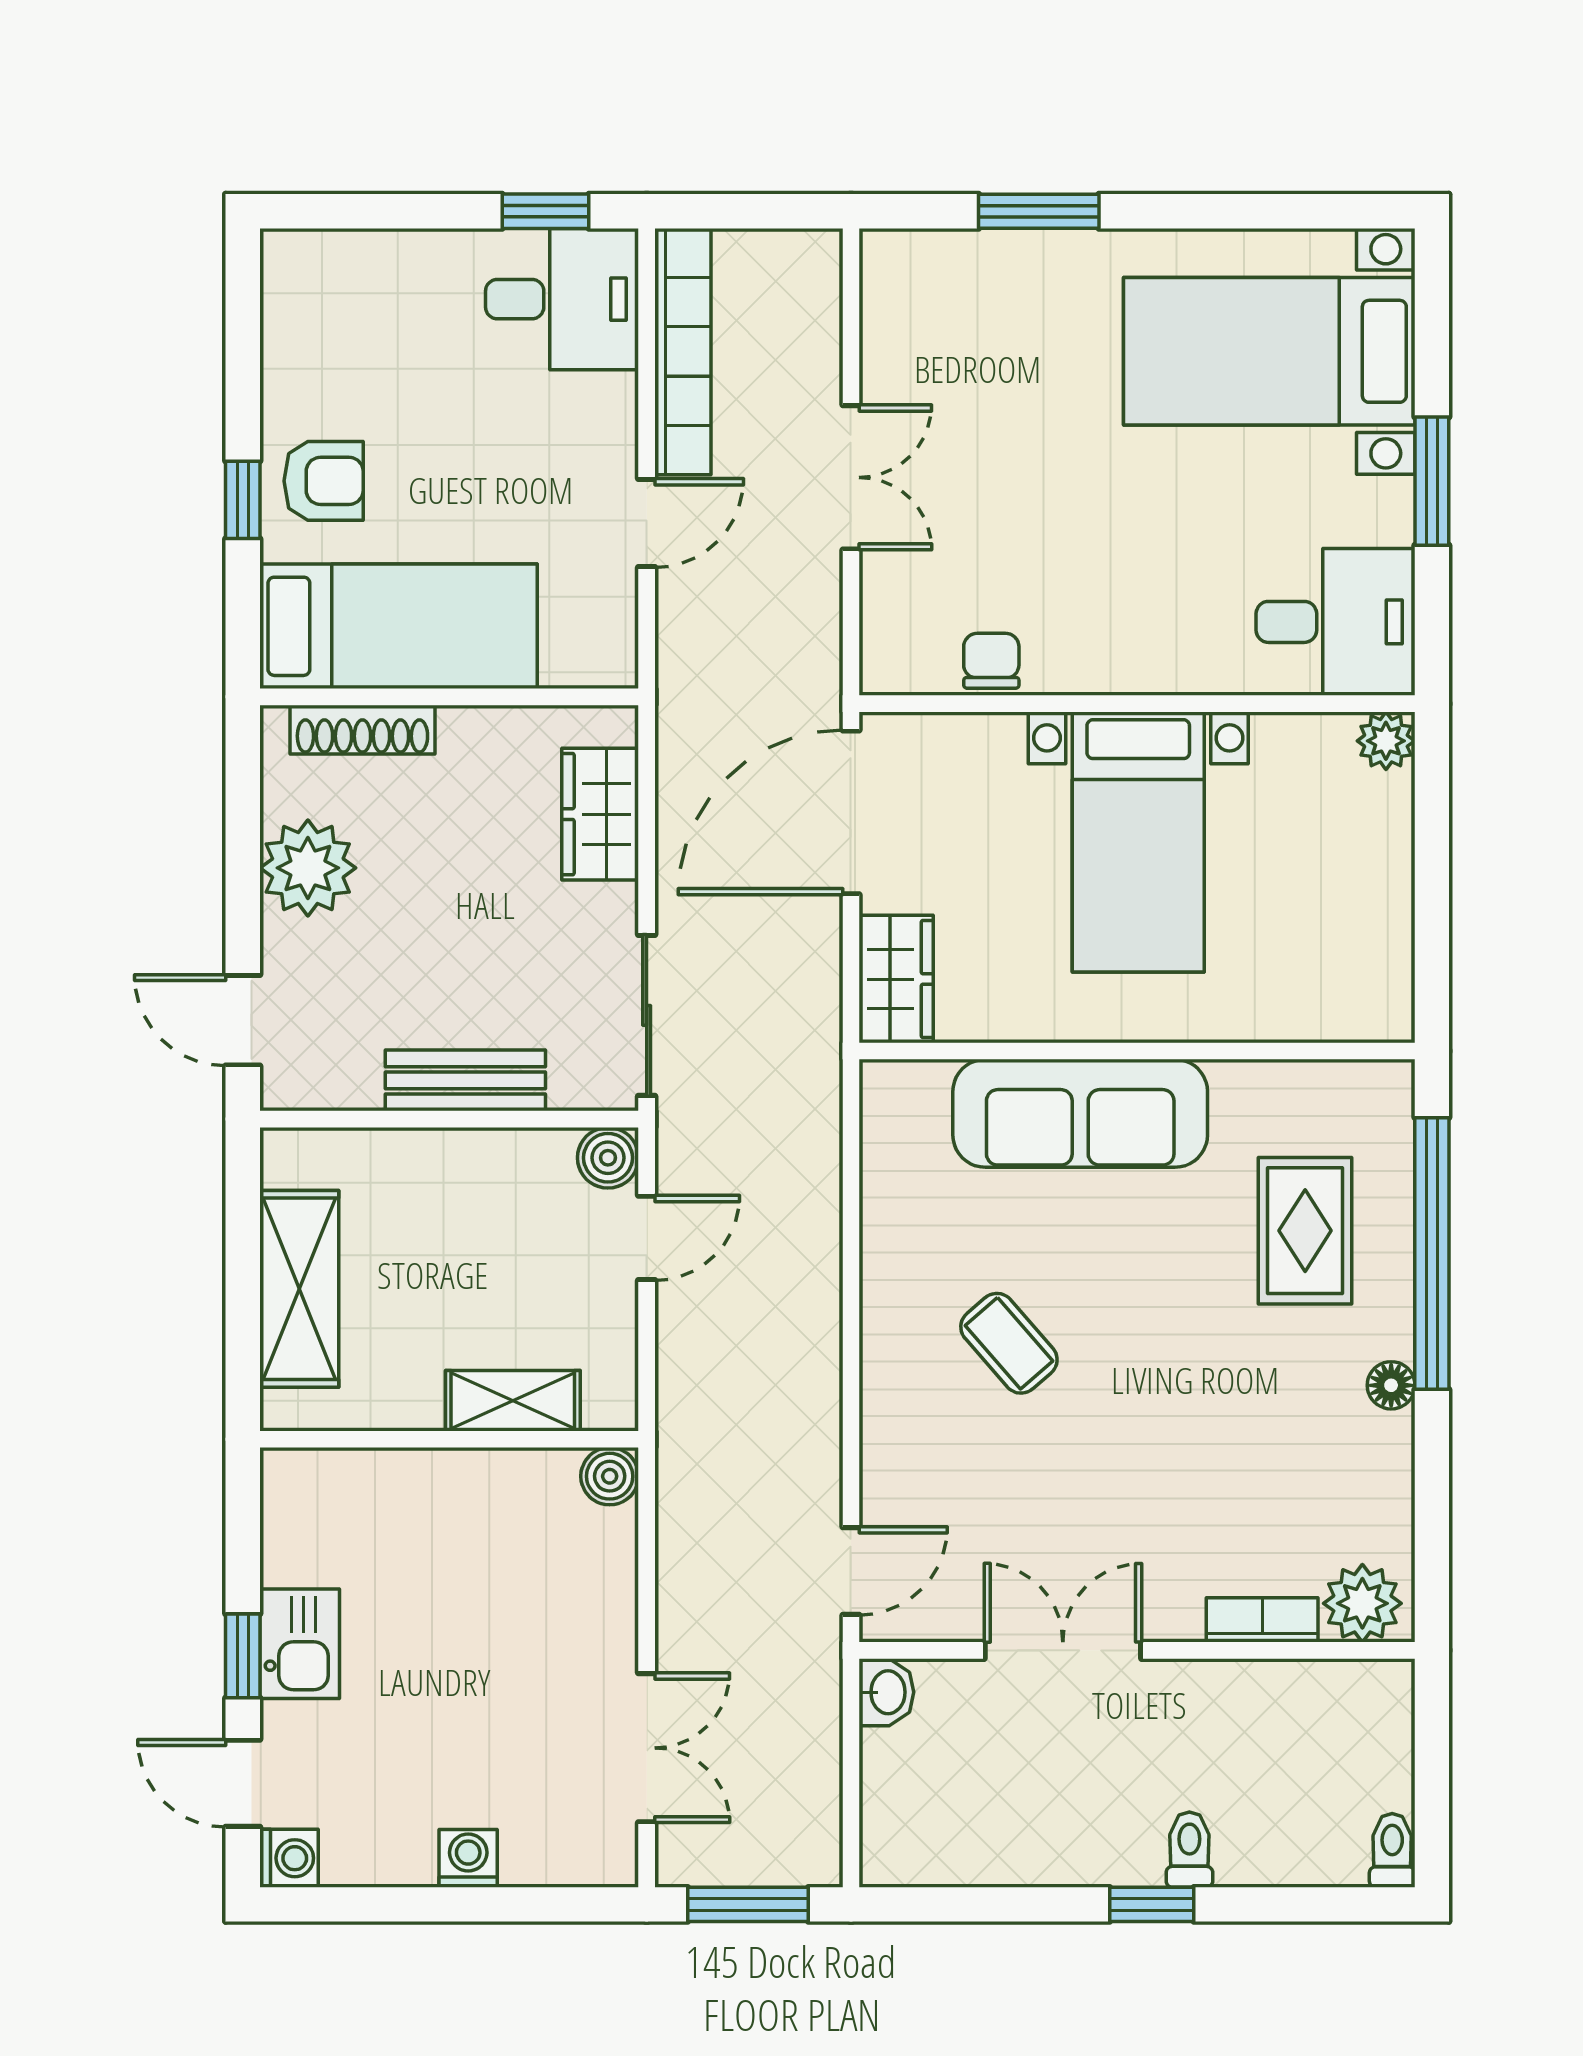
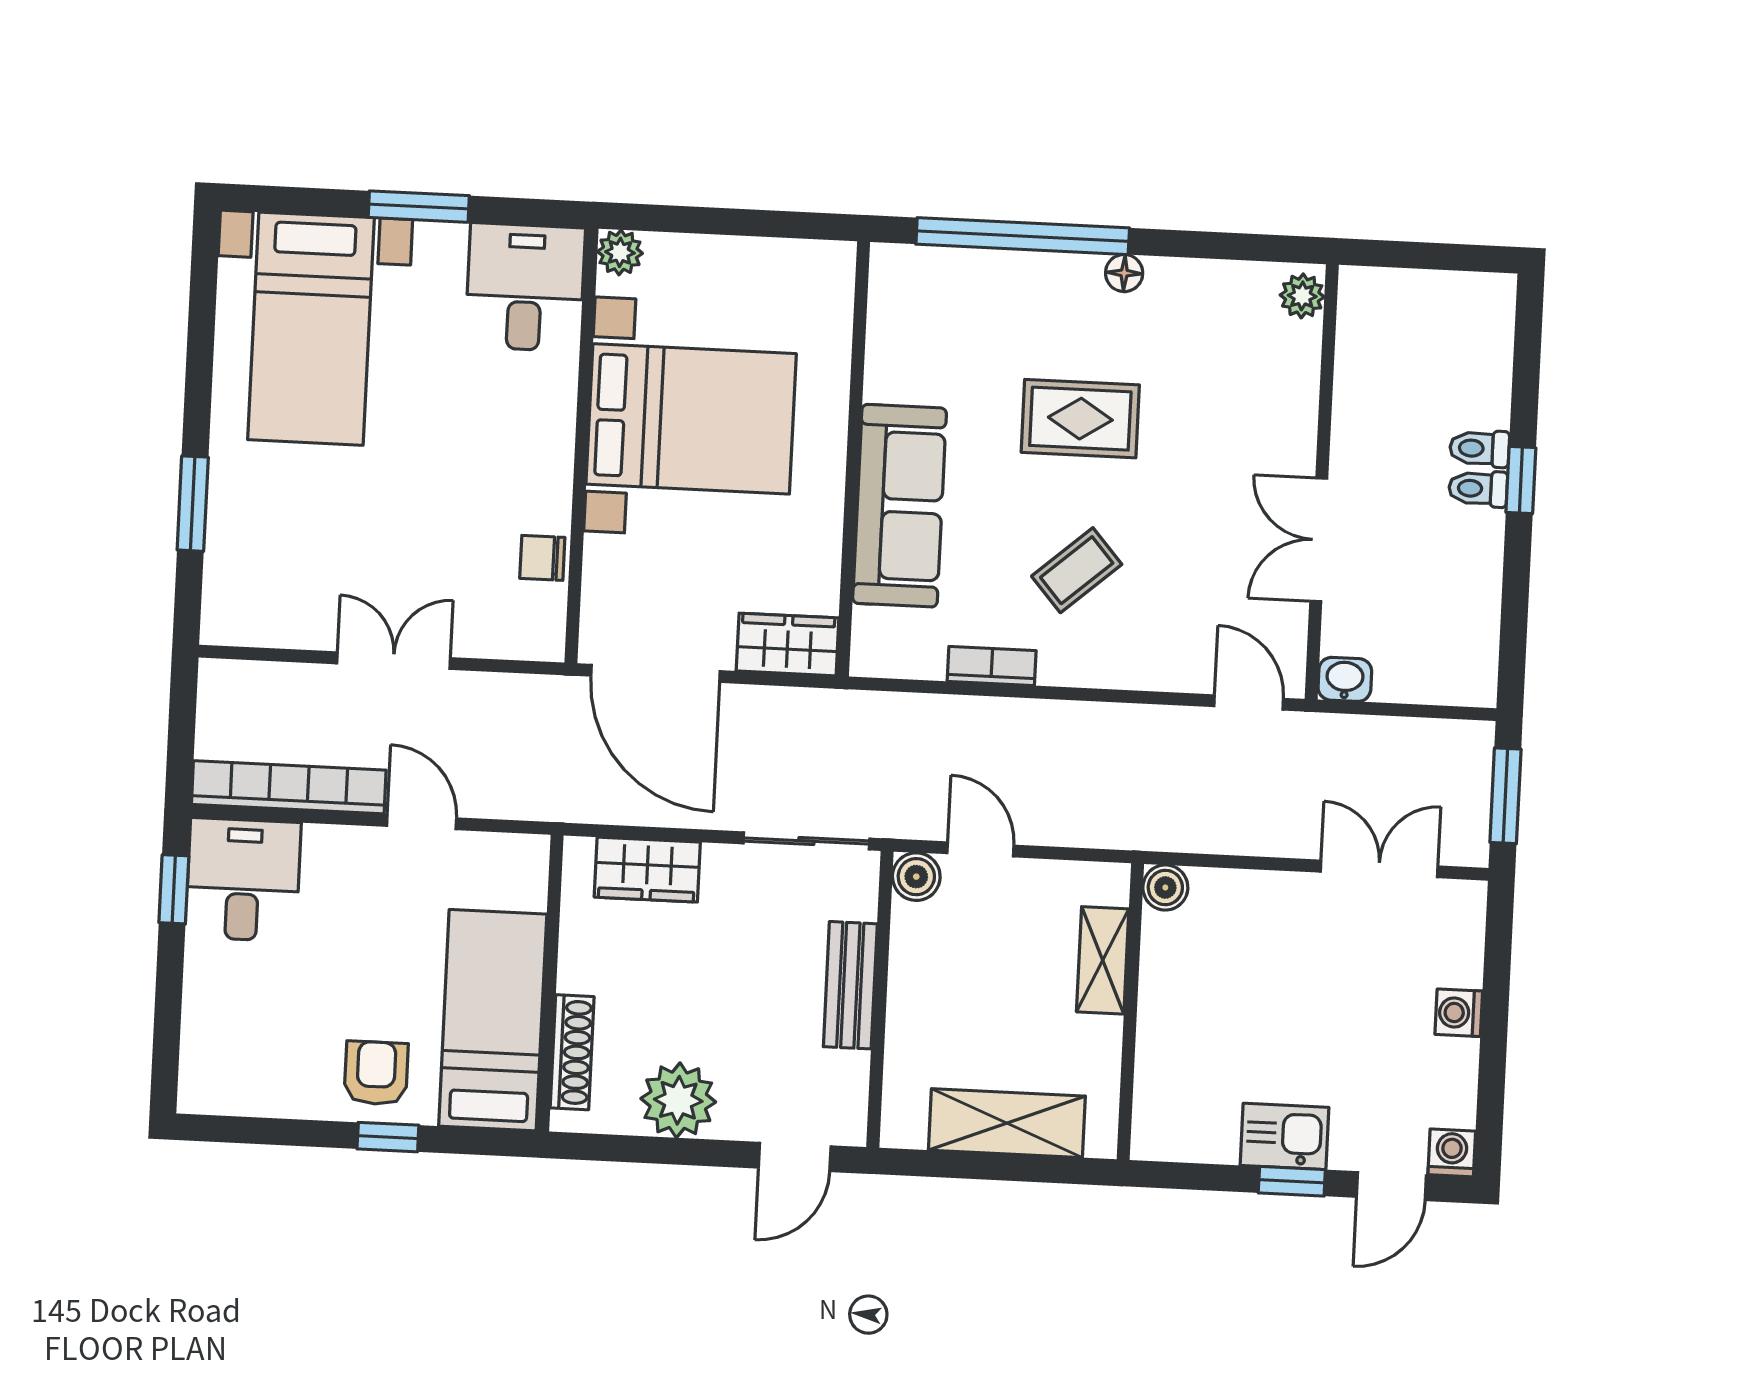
bed with nightstands: (1138, 842) -> (691, 419), width x1.36
rug: (1305, 1231) -> (1080, 419), moved
plant: (1362, 1603) -> (1302, 296), width x0.73, depth x0.73
bookcase: (1262, 1620) -> (992, 666), moved, turned 90
toilet: (1392, 1850) -> (1478, 489), moved

